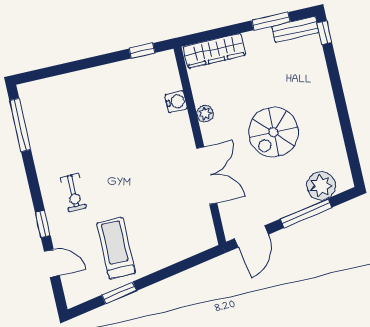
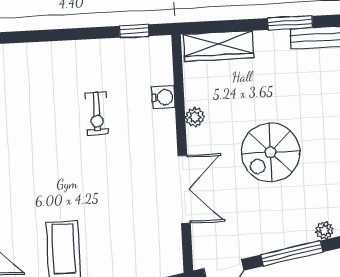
plant: (321, 186) -> (324, 231), width x0.53, depth x0.53
exercise bike: (73, 193) -> (97, 114), moved

